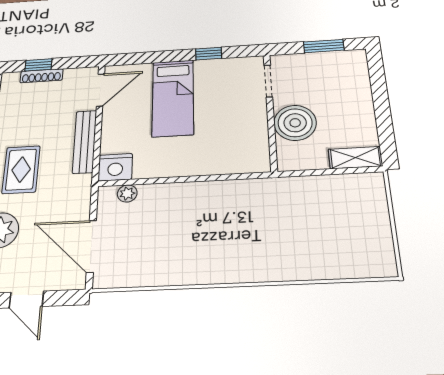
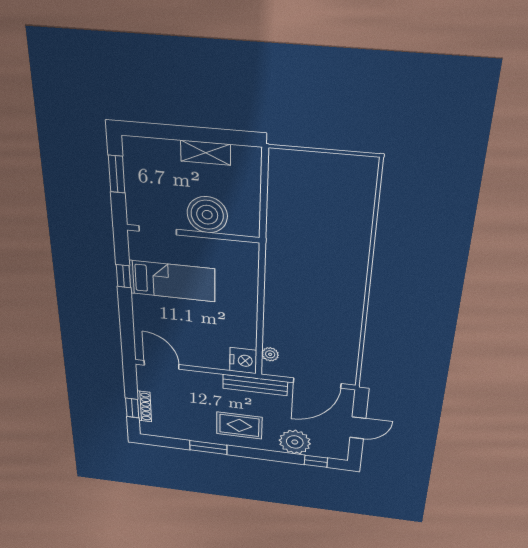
bed: (173, 98) -> (172, 281), moved
bench: (85, 141) -> (255, 385), moved
shelving: (355, 158) -> (206, 153), moved, turned 90

